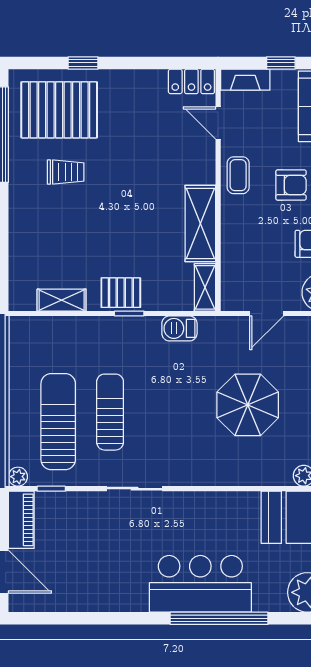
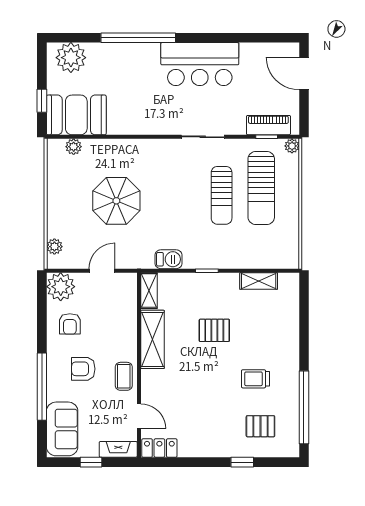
pallet: (59, 110) -> (260, 426), width x0.49, depth x0.50
pallet: (121, 293) -> (214, 330), moved
piano: (21, 520) -> (268, 125), moved, turned 90
bar counter: (200, 584) -> (200, 64), moved

